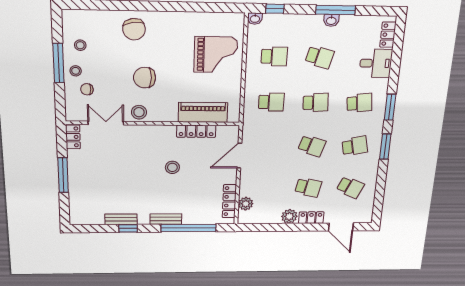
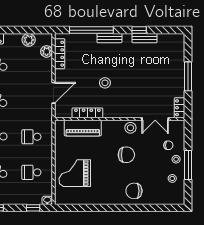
chair: (134, 29) -> (134, 191), turned -82
plant: (289, 216) -> (29, 40), moved

